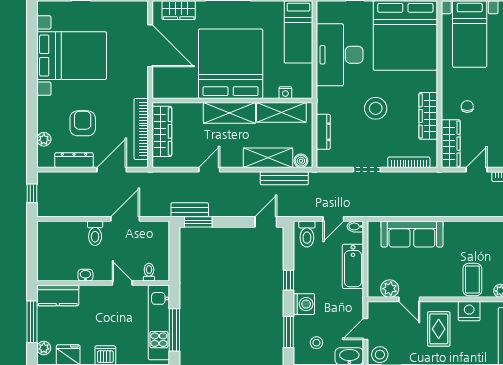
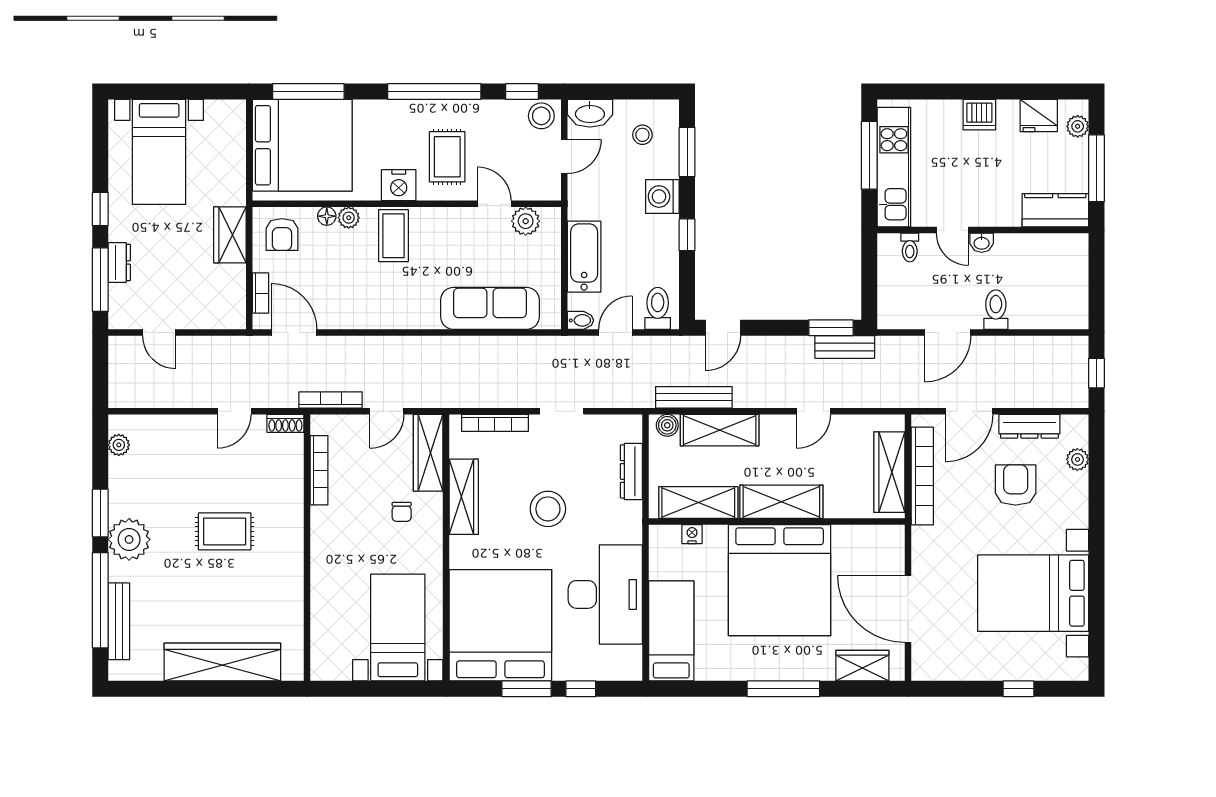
armchair: (83, 123) -> (1016, 485), turned 180
washbasin: (85, 275) -> (982, 243), moved

